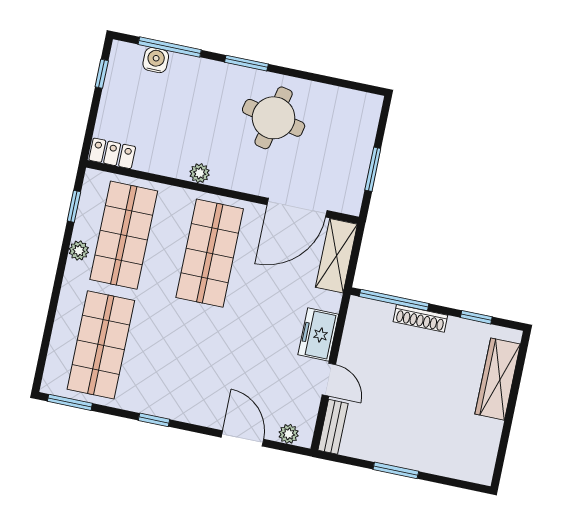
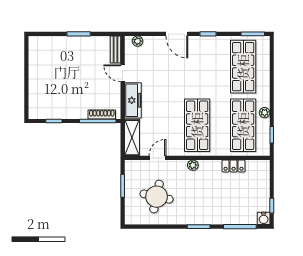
water cooler: (156, 60) -> (264, 218), moved
round table: (274, 118) -> (157, 197), moved
locker: (112, 153) -> (234, 166), moved
plant: (200, 173) -> (193, 165), moved
door: (297, 208) -> (157, 158), width x0.53
shoe rack: (420, 318) -> (102, 114), moved
freezer: (318, 335) -> (133, 100), width x1.40
wardrobe: (498, 379) -> (36, 92), removed
door: (242, 438) -> (177, 34), moved

